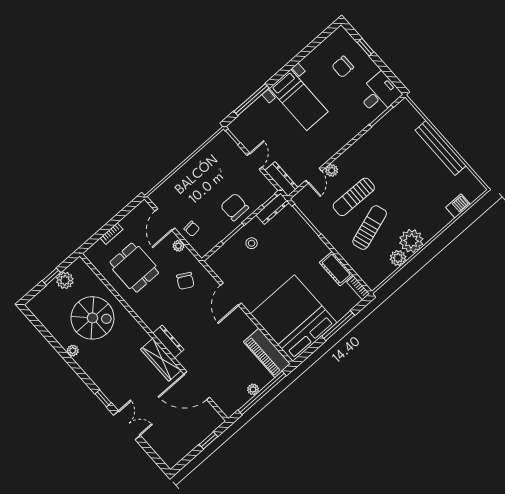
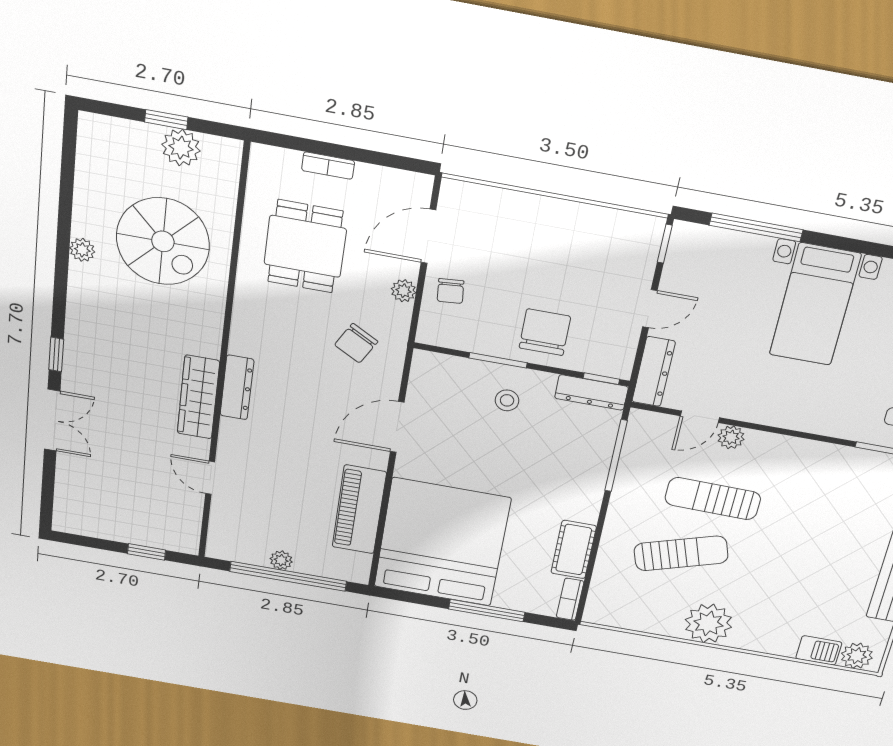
plant: (398, 258) -> (857, 656), moved
piano: (267, 353) -> (359, 510), moved
door: (197, 386) -> (210, 478), width x0.53

